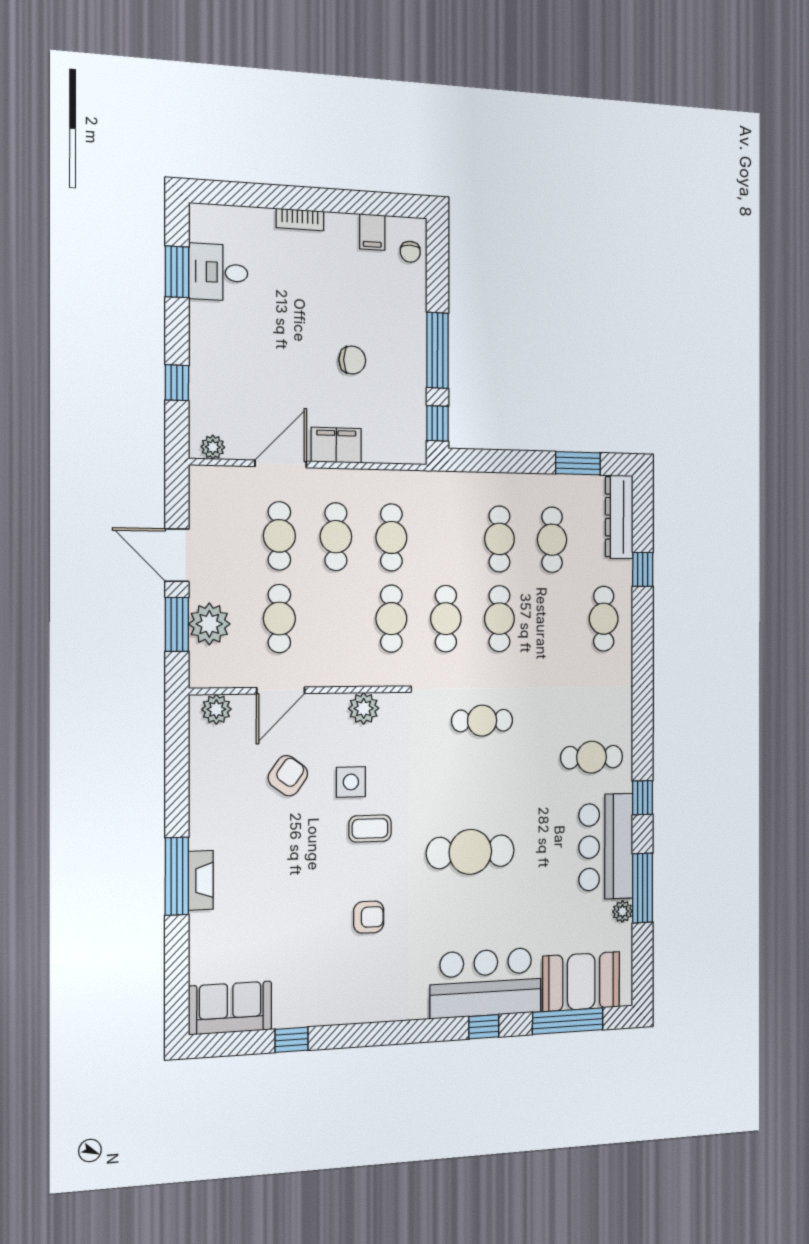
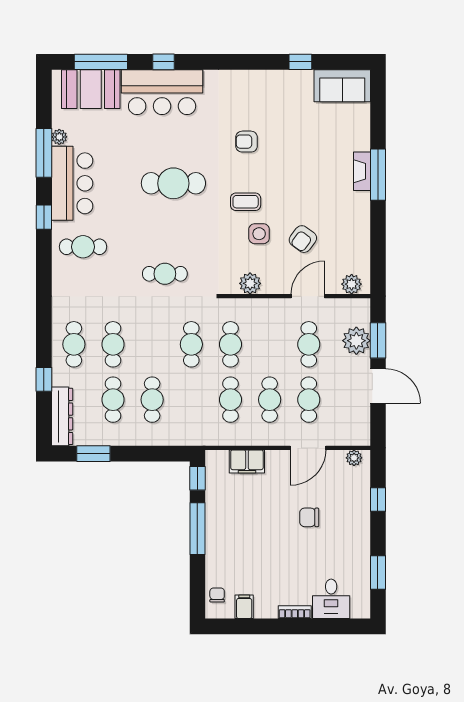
desk: (218, 272) -> (331, 599), moved, turned 90
chair: (352, 360) -> (309, 517), moved
filing cabinet: (336, 445) -> (247, 461), moved
cafe table: (499, 619) -> (113, 344), moved

